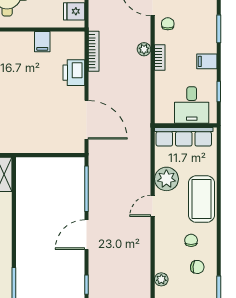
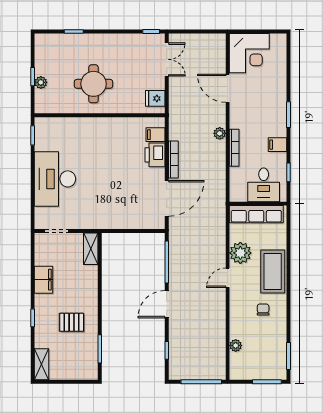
chair: (168, 24) -> (242, 110), removed
filing cabinet: (42, 42) -> (155, 135), moved, turned 90
bookcase: (94, 51) -> (173, 159), moved
bookcase: (160, 58) -> (234, 148), width x1.56
door: (87, 120) -> (167, 198), hinge flipped
chair: (197, 267) -> (269, 334), removed

